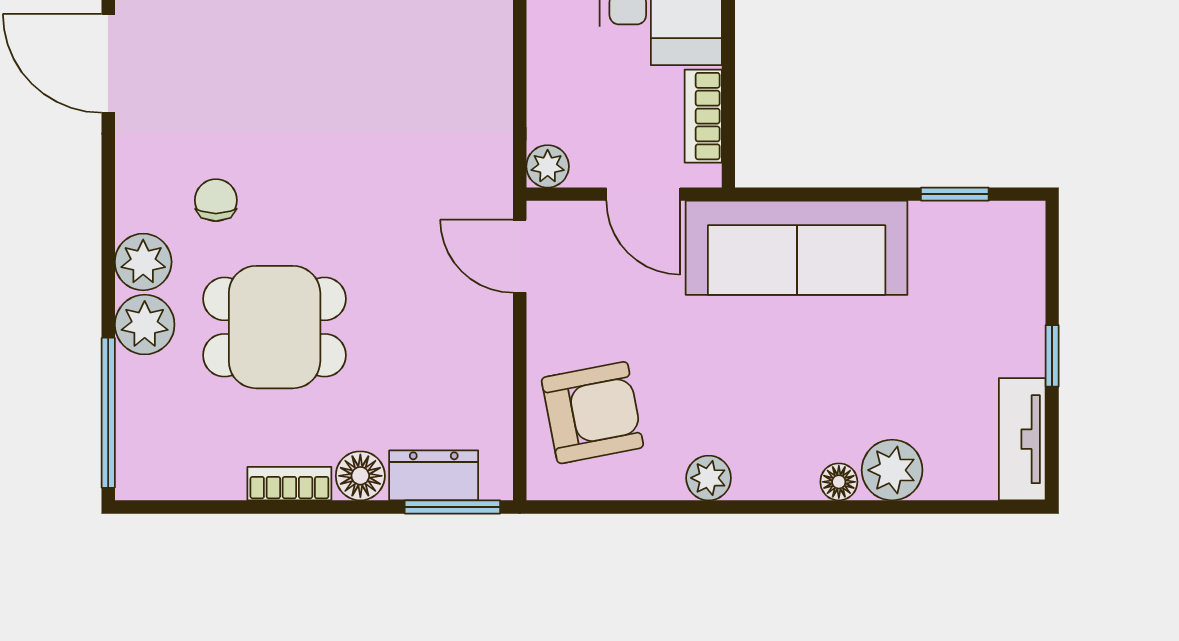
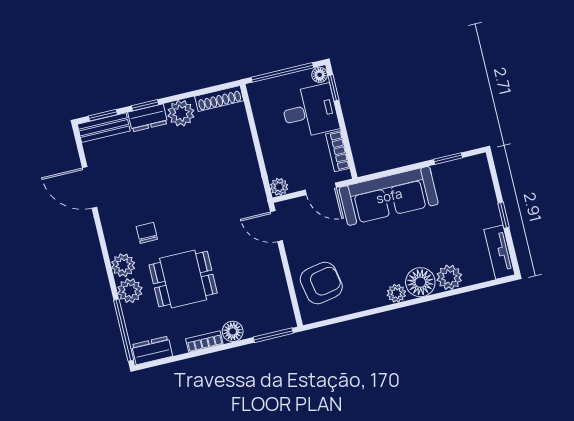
dresser: (434, 475) -> (152, 350), moved
plant: (709, 478) -> (396, 293), moved
floor lamp: (839, 482) -> (420, 282), width x1.89, depth x1.89

